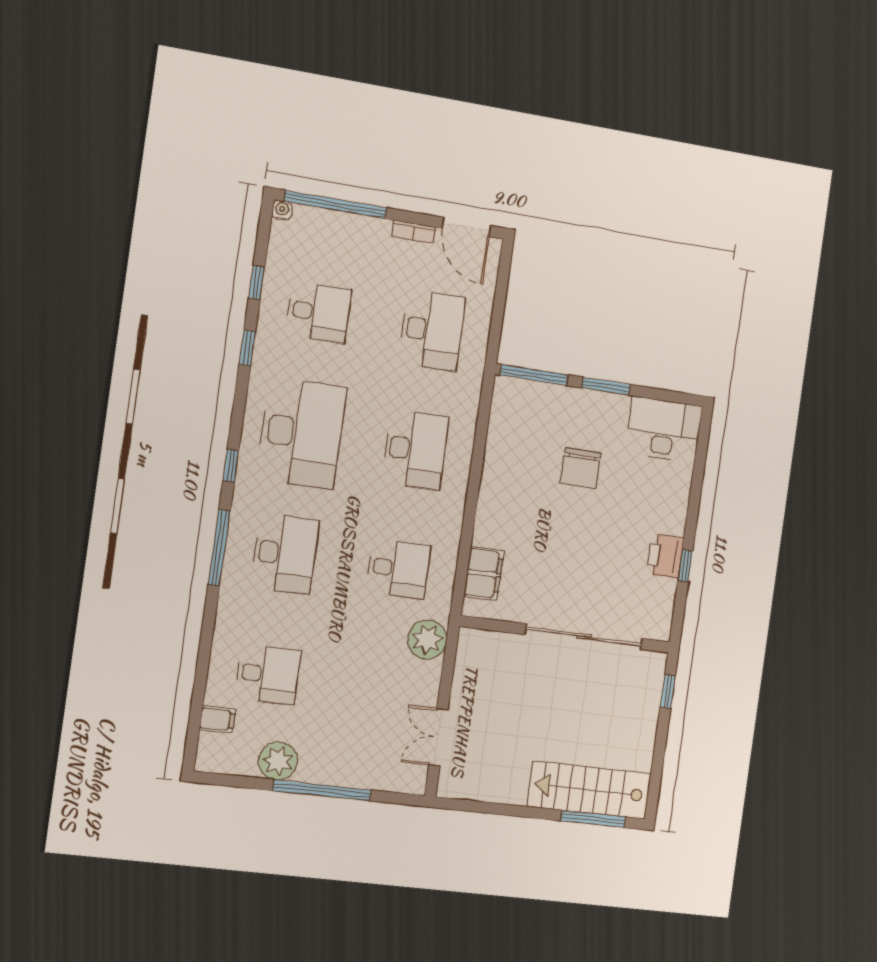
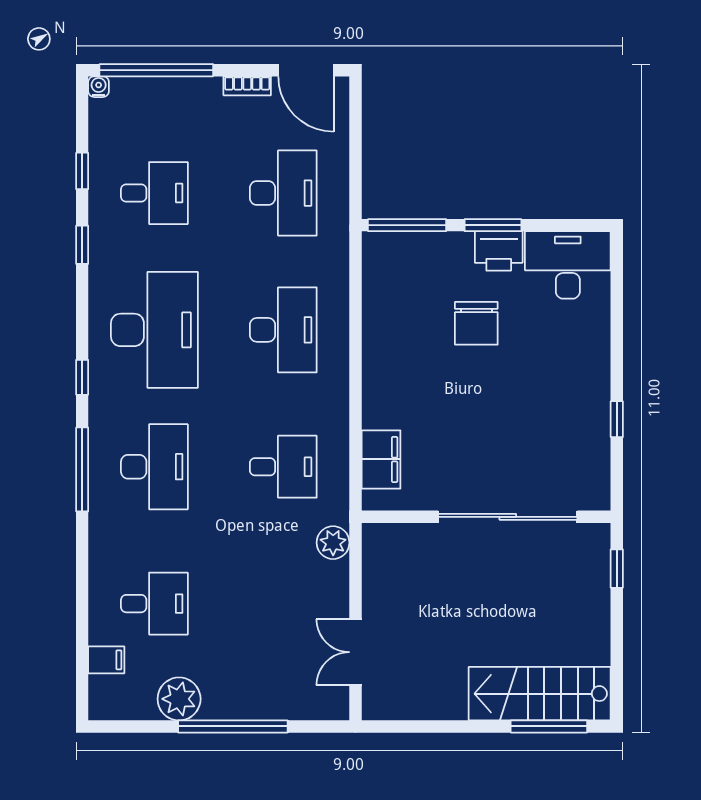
printer: (665, 556) -> (499, 251), moved, turned -90
plant: (427, 639) -> (333, 543), width x0.73, depth x0.73

